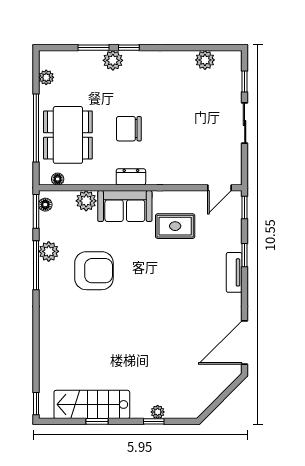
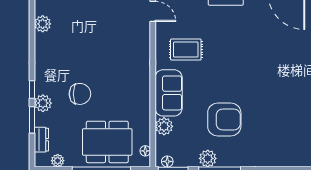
chair: (129, 129) -> (80, 94), moved, turned -90
dresser: (131, 177) -> (41, 140), moved, turned 180
rug: (175, 226) -> (186, 50), turned 90
armchair: (94, 271) -> (224, 120), turned 90

